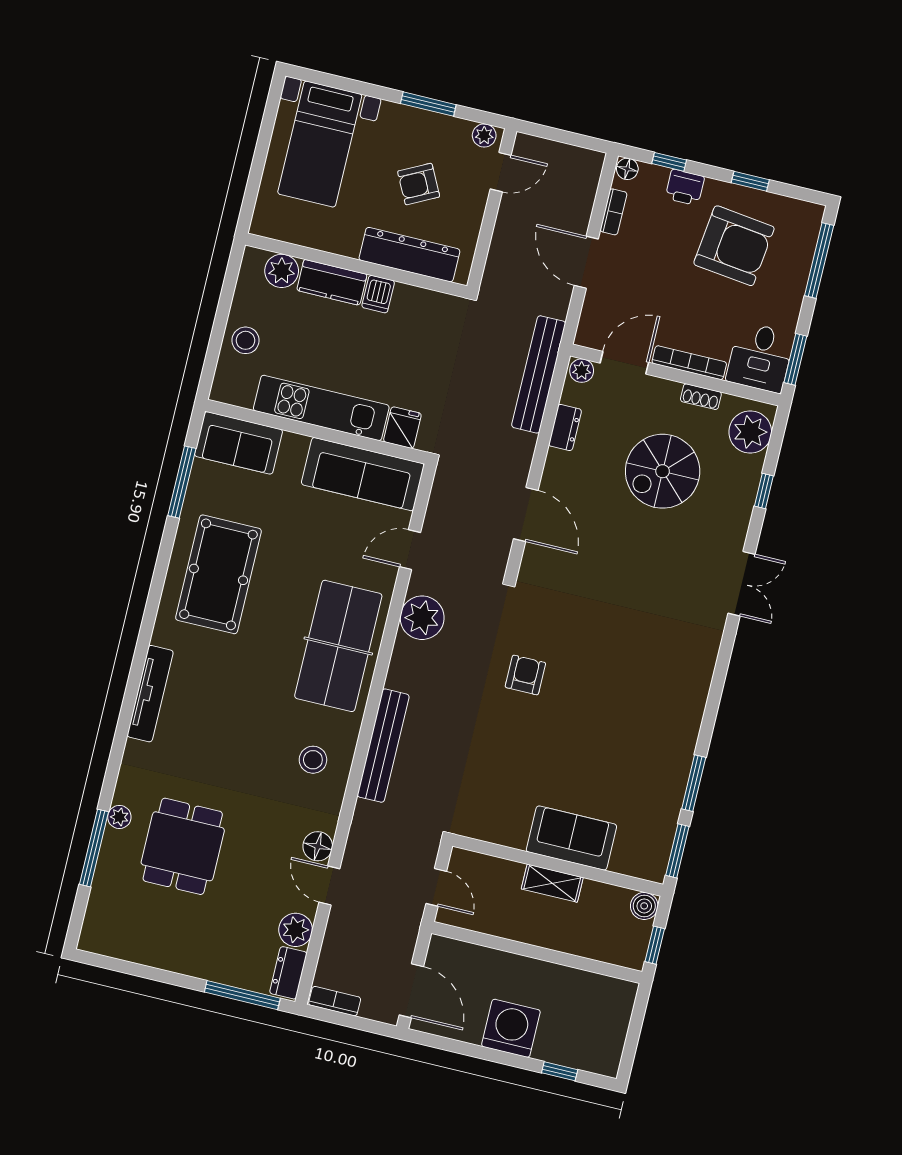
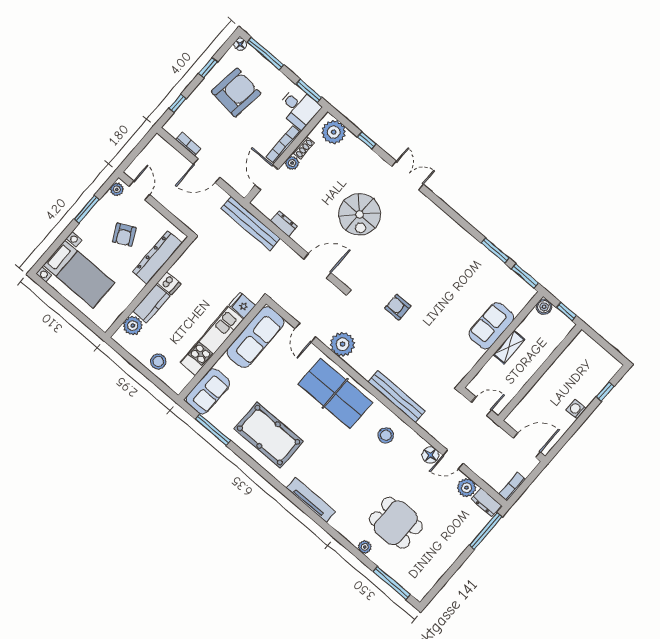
floor lamp: (627, 169) -> (240, 44), moved
printer: (685, 187) -> (194, 102), removed
plant: (582, 371) -> (292, 163), moved
spiral stairs: (663, 471) -> (360, 214), moved
window: (94, 848) -> (392, 583), moved
washing machine: (511, 1028) -> (576, 409), width x0.53, depth x0.53

